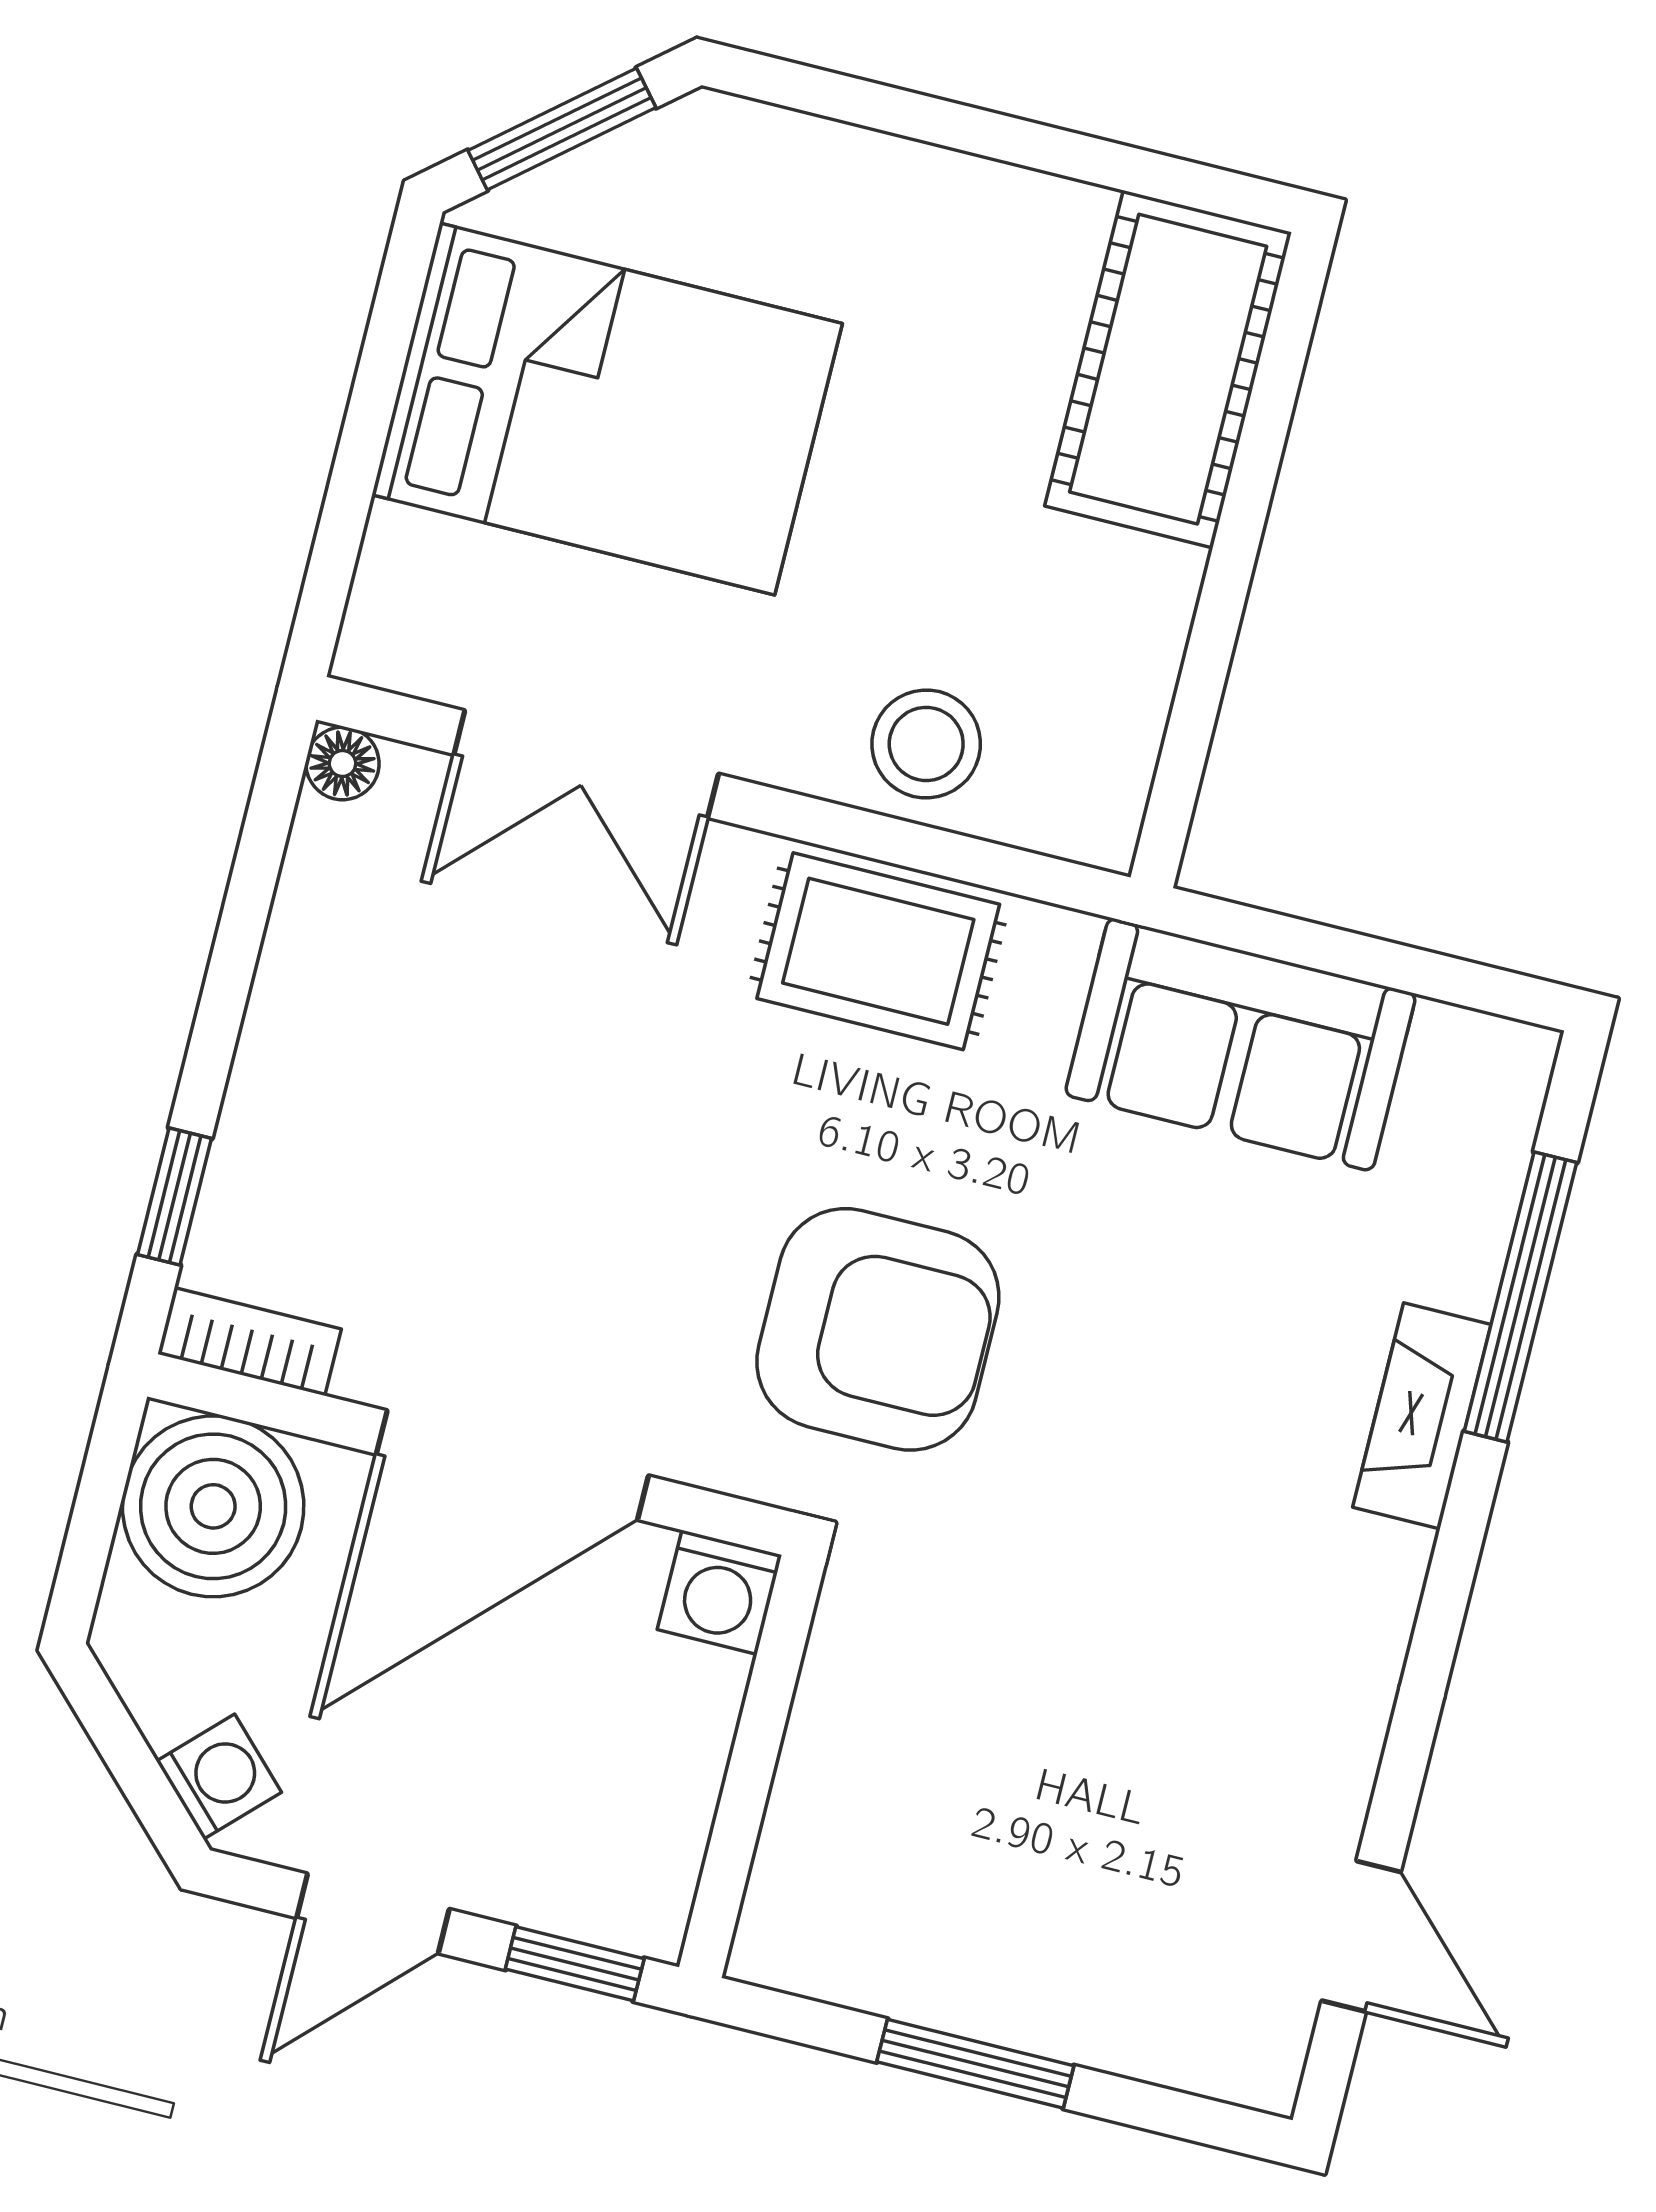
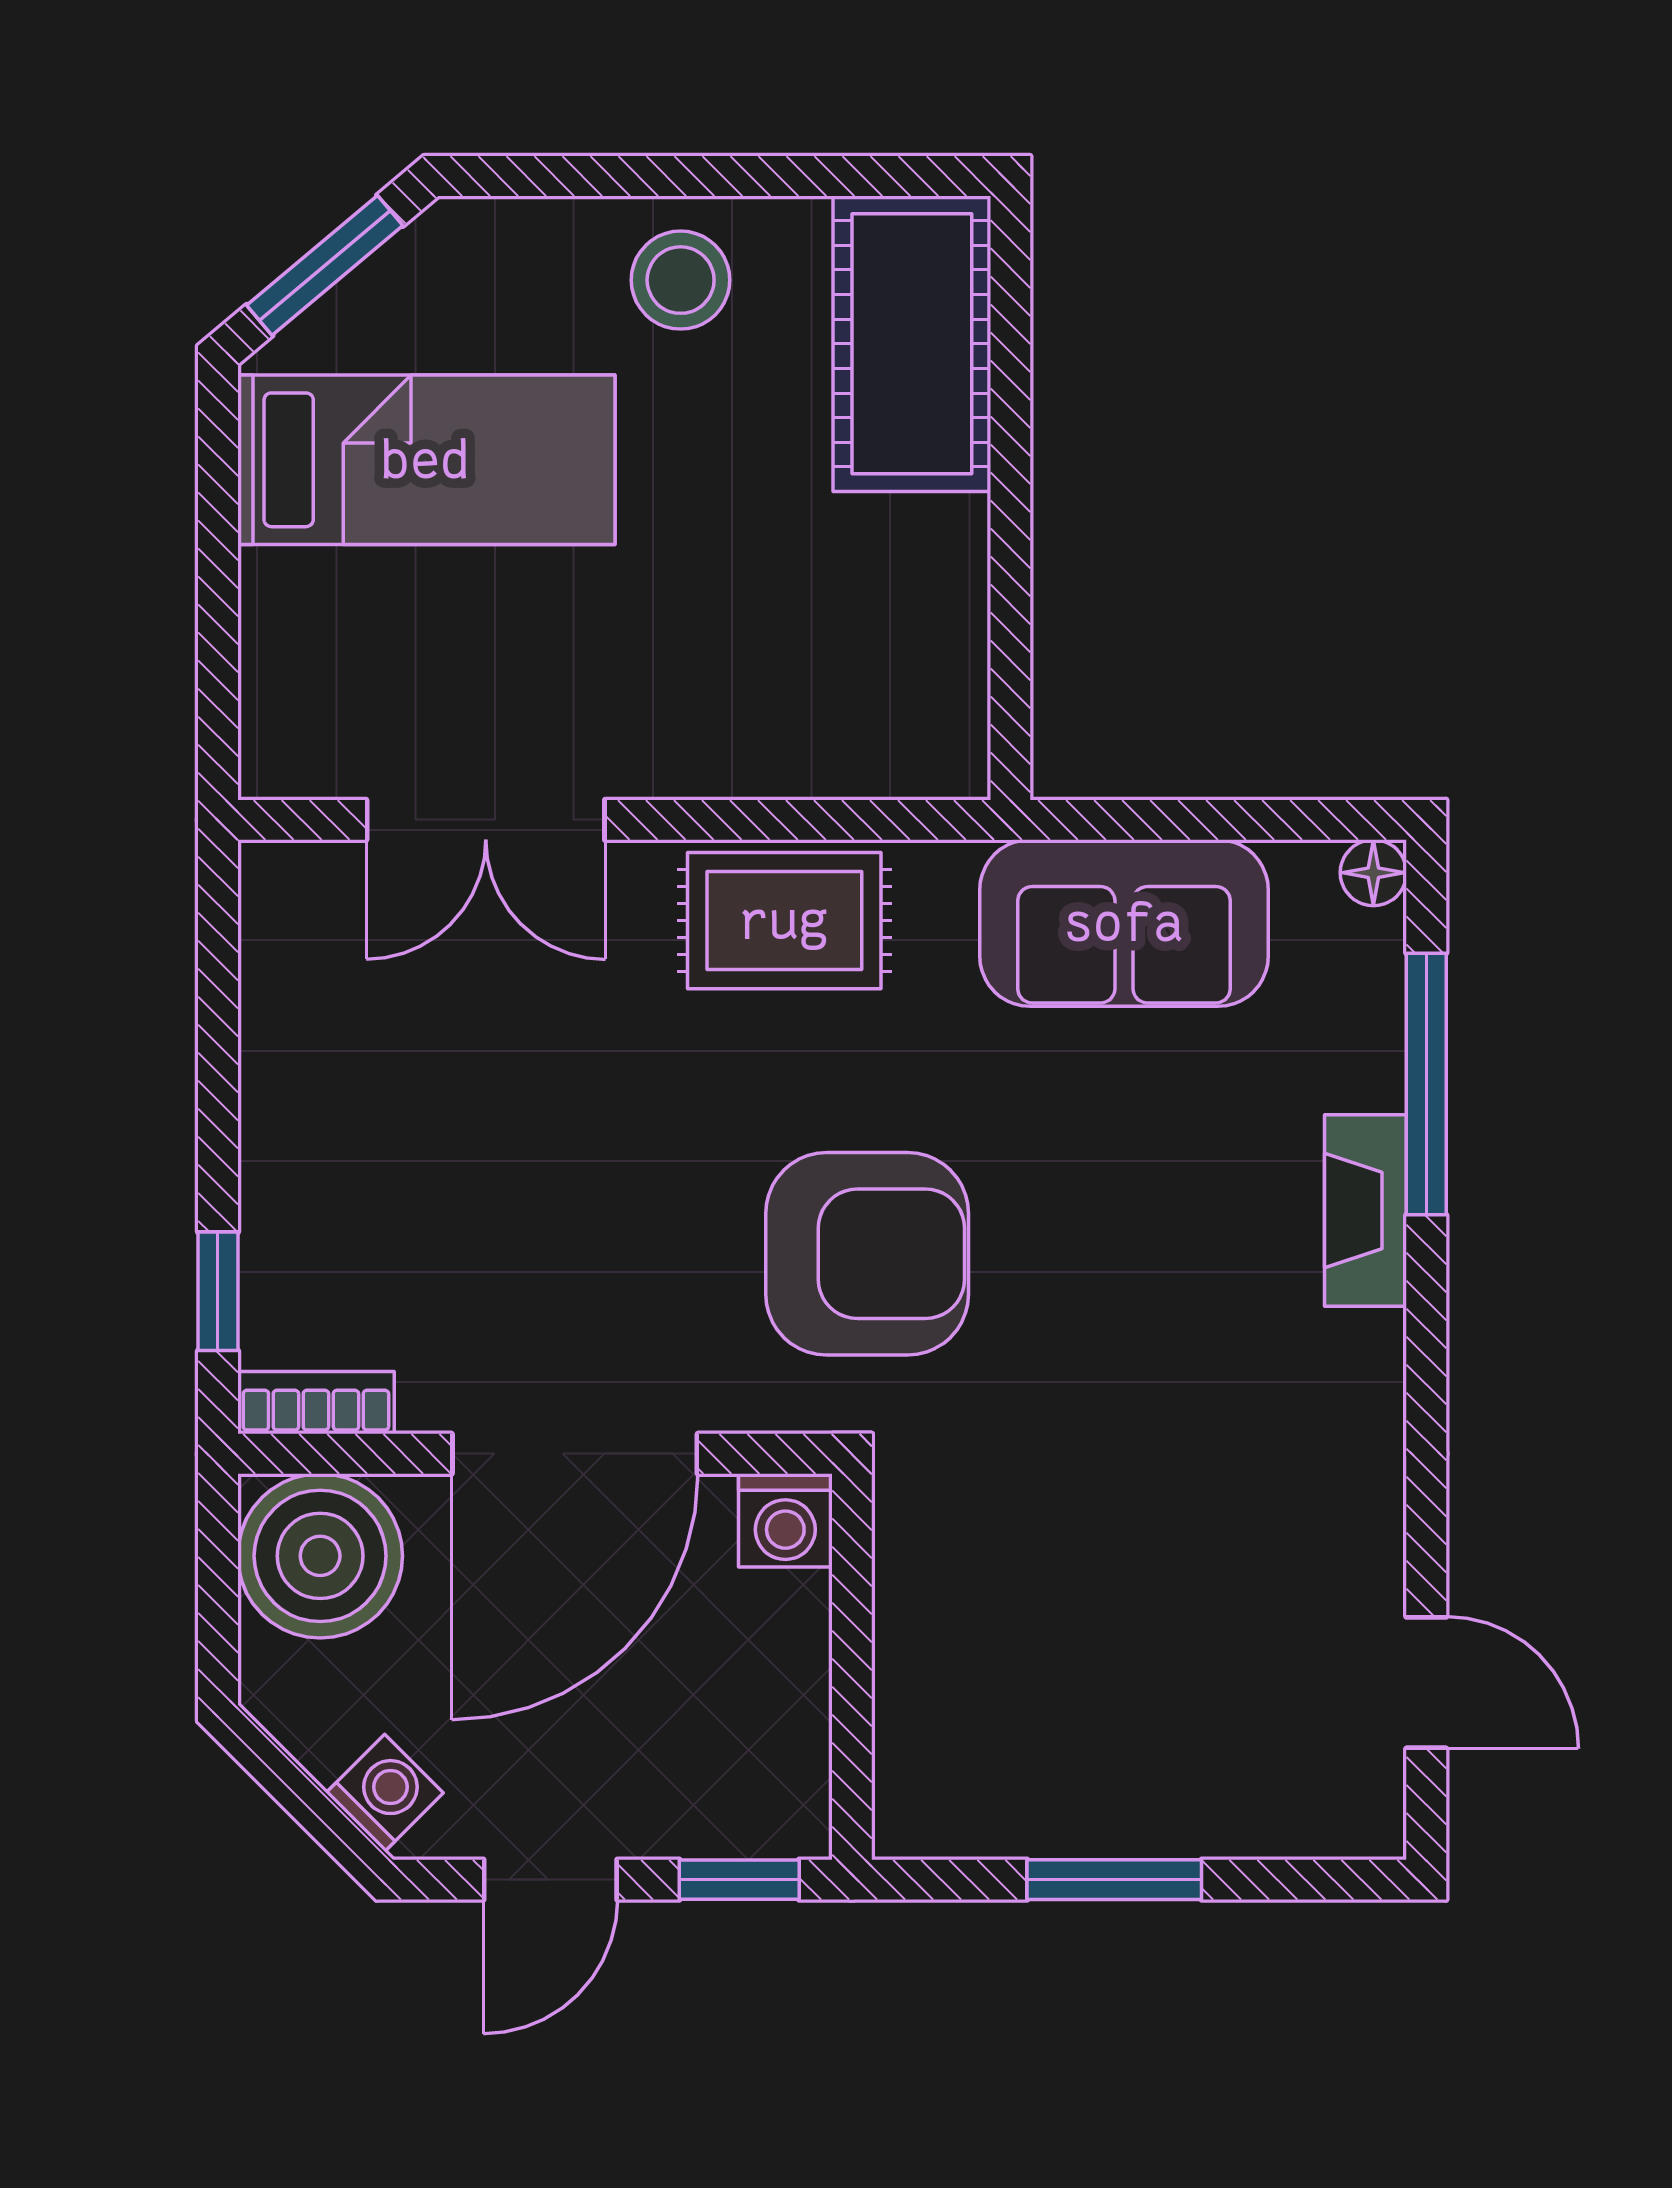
bed: (607, 409) -> (426, 460), width x0.67
stool: (926, 744) -> (681, 280), moved
floor lamp: (342, 763) -> (1373, 873), moved

